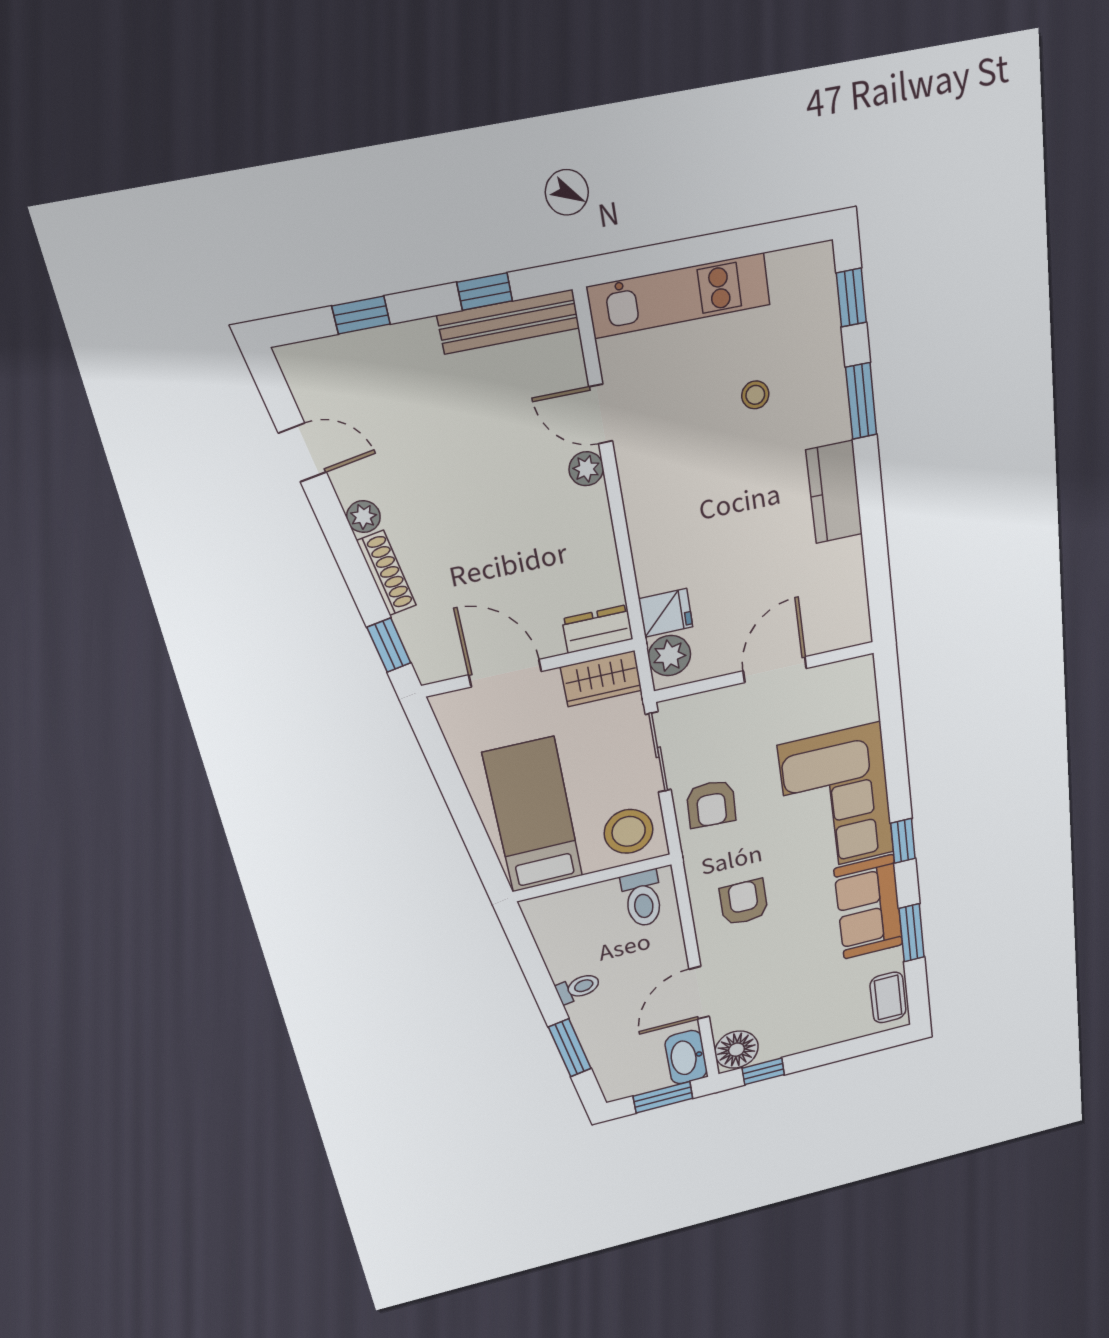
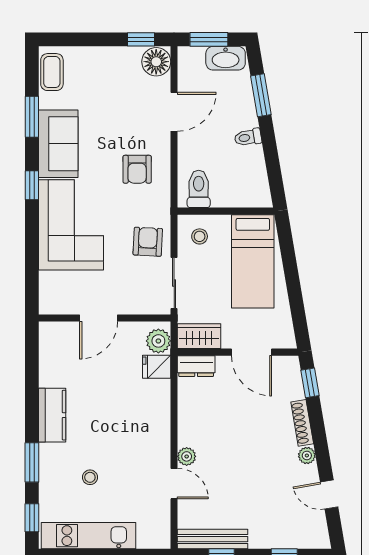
kitchen unit: (679, 296) -> (89, 536), moved
stool: (629, 831) -> (200, 236), width x0.53, depth x0.53
washbasin: (686, 1057) -> (226, 58), moved, turned 90

